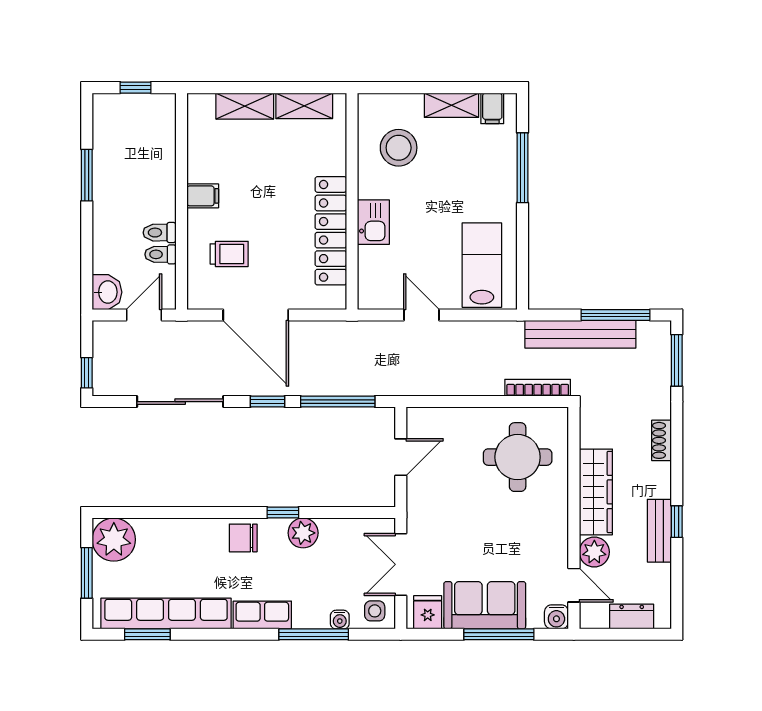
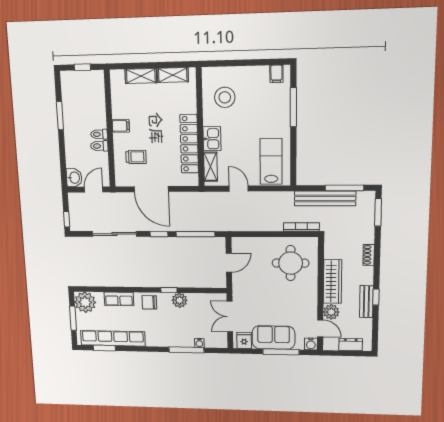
shelving: (451, 105) -> (210, 167), moved, turned 90
toilet: (160, 254) -> (99, 134), moved
side table: (375, 611) -> (217, 339), removed
row of seats: (262, 615) -> (119, 299), moved, turned 180

